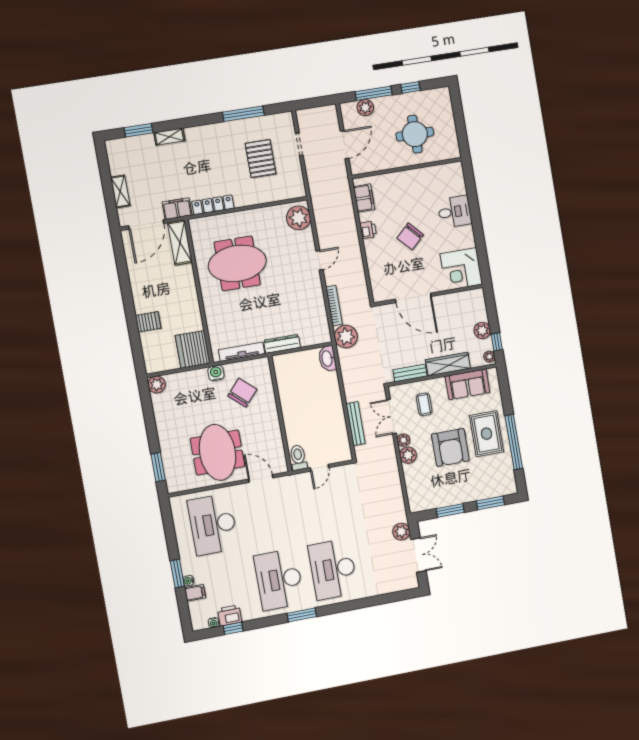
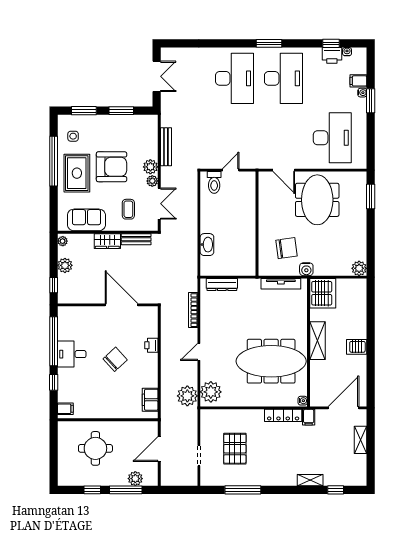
window: (138, 130) -> (336, 490), width x0.67
filing cabinet: (455, 173) -> (65, 409), added
window: (473, 200) -> (54, 382), added
filing cabinet: (177, 209) -> (309, 417), width x0.50
desk: (455, 212) -> (72, 354), moved
water cooler: (194, 225) -> (303, 401), added
printer: (368, 230) -> (151, 345), moved
shelving: (180, 243) -> (317, 341), moved
window: (480, 245) -> (54, 341), added
meeting table: (237, 263) -> (271, 361), width x1.36
corner desk: (461, 269) -> (74, 323), removed
server rack: (148, 322) -> (357, 347), moved
plant: (346, 336) -> (187, 396), moved
window: (497, 342) -> (54, 285), moved
dresser: (282, 344) -> (222, 285), moved
washbasin: (327, 359) -> (207, 245), moved
wardrobe: (448, 364) -> (107, 241), width x0.67
chair: (242, 393) -> (286, 248), turned -140
bench: (356, 424) -> (166, 147), moved
armchair: (450, 447) -> (112, 167), turned 90
toilet: (298, 458) -> (214, 182), moved
side table: (497, 473) -> (73, 136), added
plant: (401, 532) -> (168, 100), removed
double door: (418, 555) -> (157, 76), swing flipped

